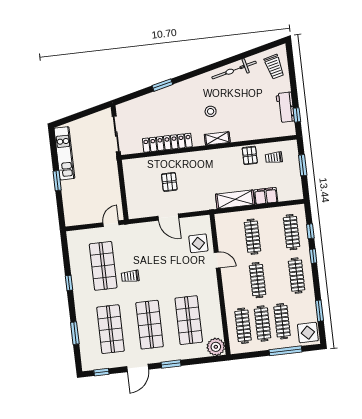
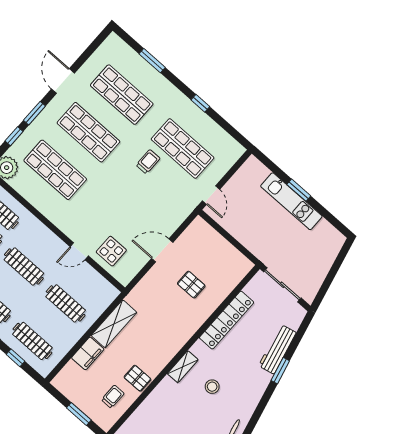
workbench: (153, 99) -> (277, 349), added
kitchen unit: (64, 153) -> (291, 201), moved
window: (101, 372) -> (14, 136), moved

